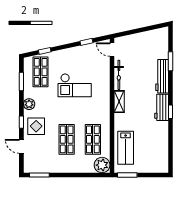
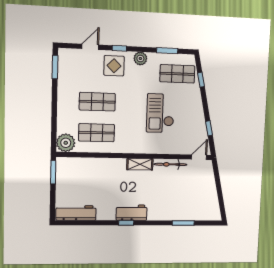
workbench: (162, 76) -> (76, 213), moved
lab bench: (126, 148) -> (86, 171), removed

